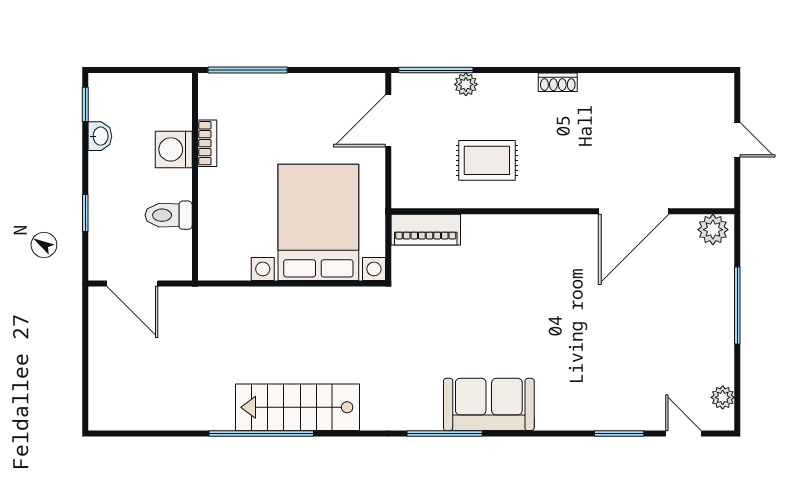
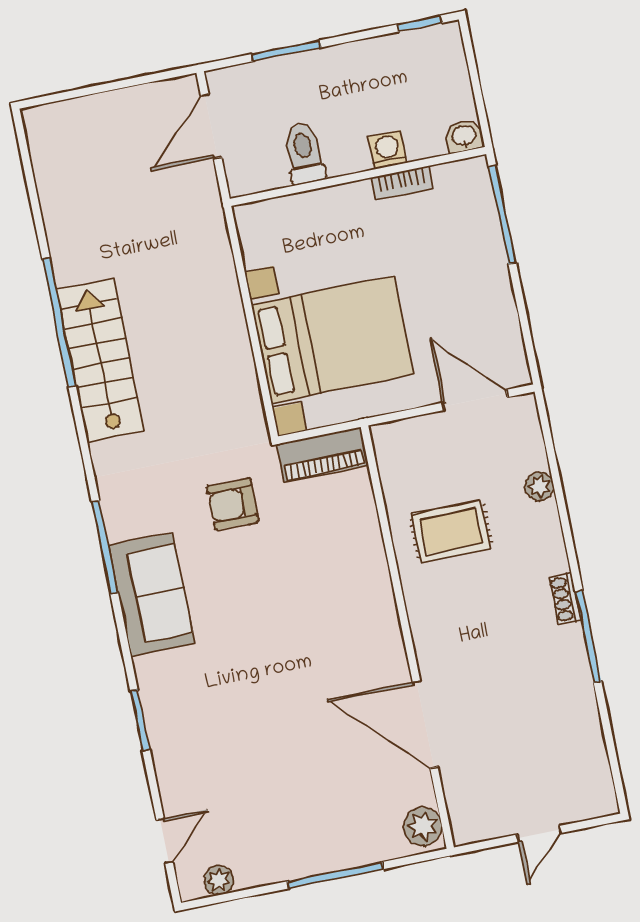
window: (436, 70) -> (588, 637), moved
washbasin: (100, 136) -> (464, 136), moved, turned 180
washing machine: (174, 149) -> (387, 150), width x0.73, depth x0.73
rug: (487, 160) -> (451, 531), turned 90
window: (85, 213) -> (286, 51), width x1.50
piano: (426, 230) -> (322, 455), moved, turned -90
armchair: (431, 327) -> (233, 504), added
window: (619, 433) -> (140, 720), moved

